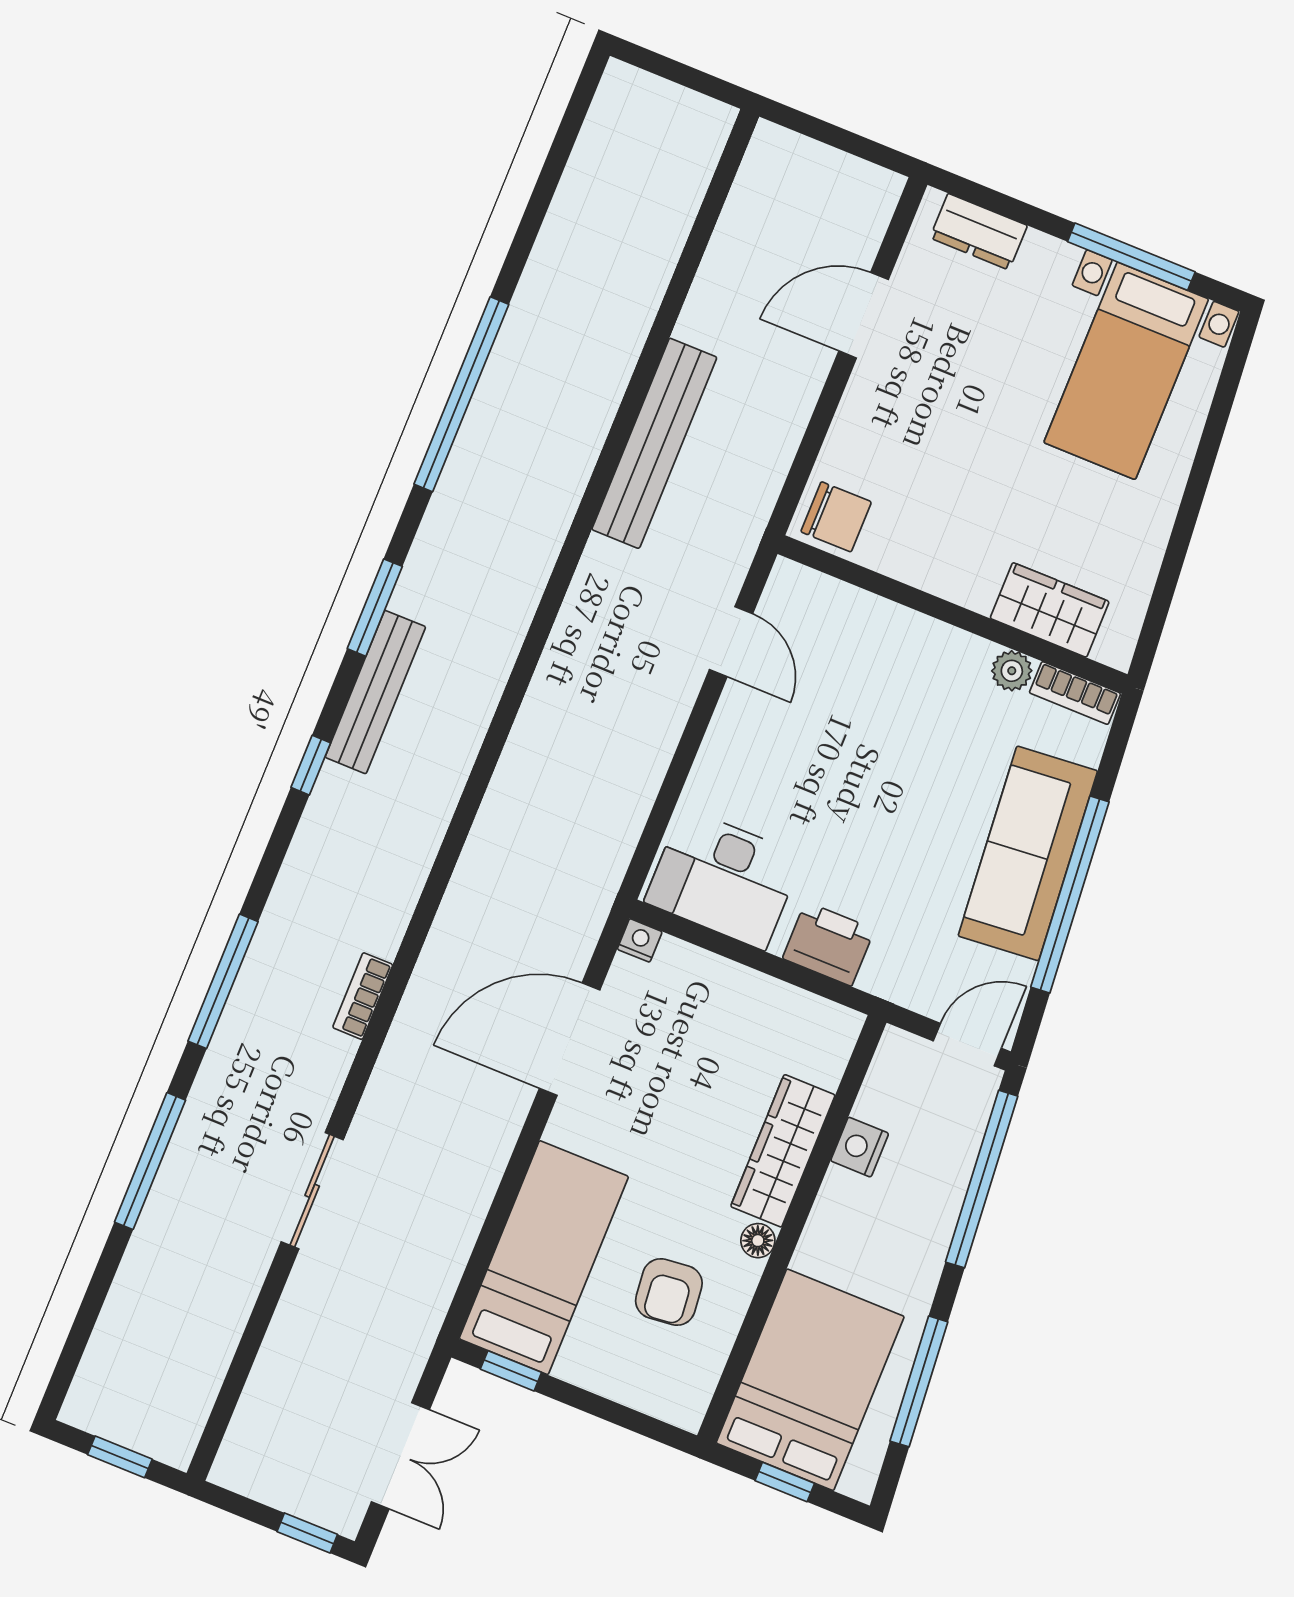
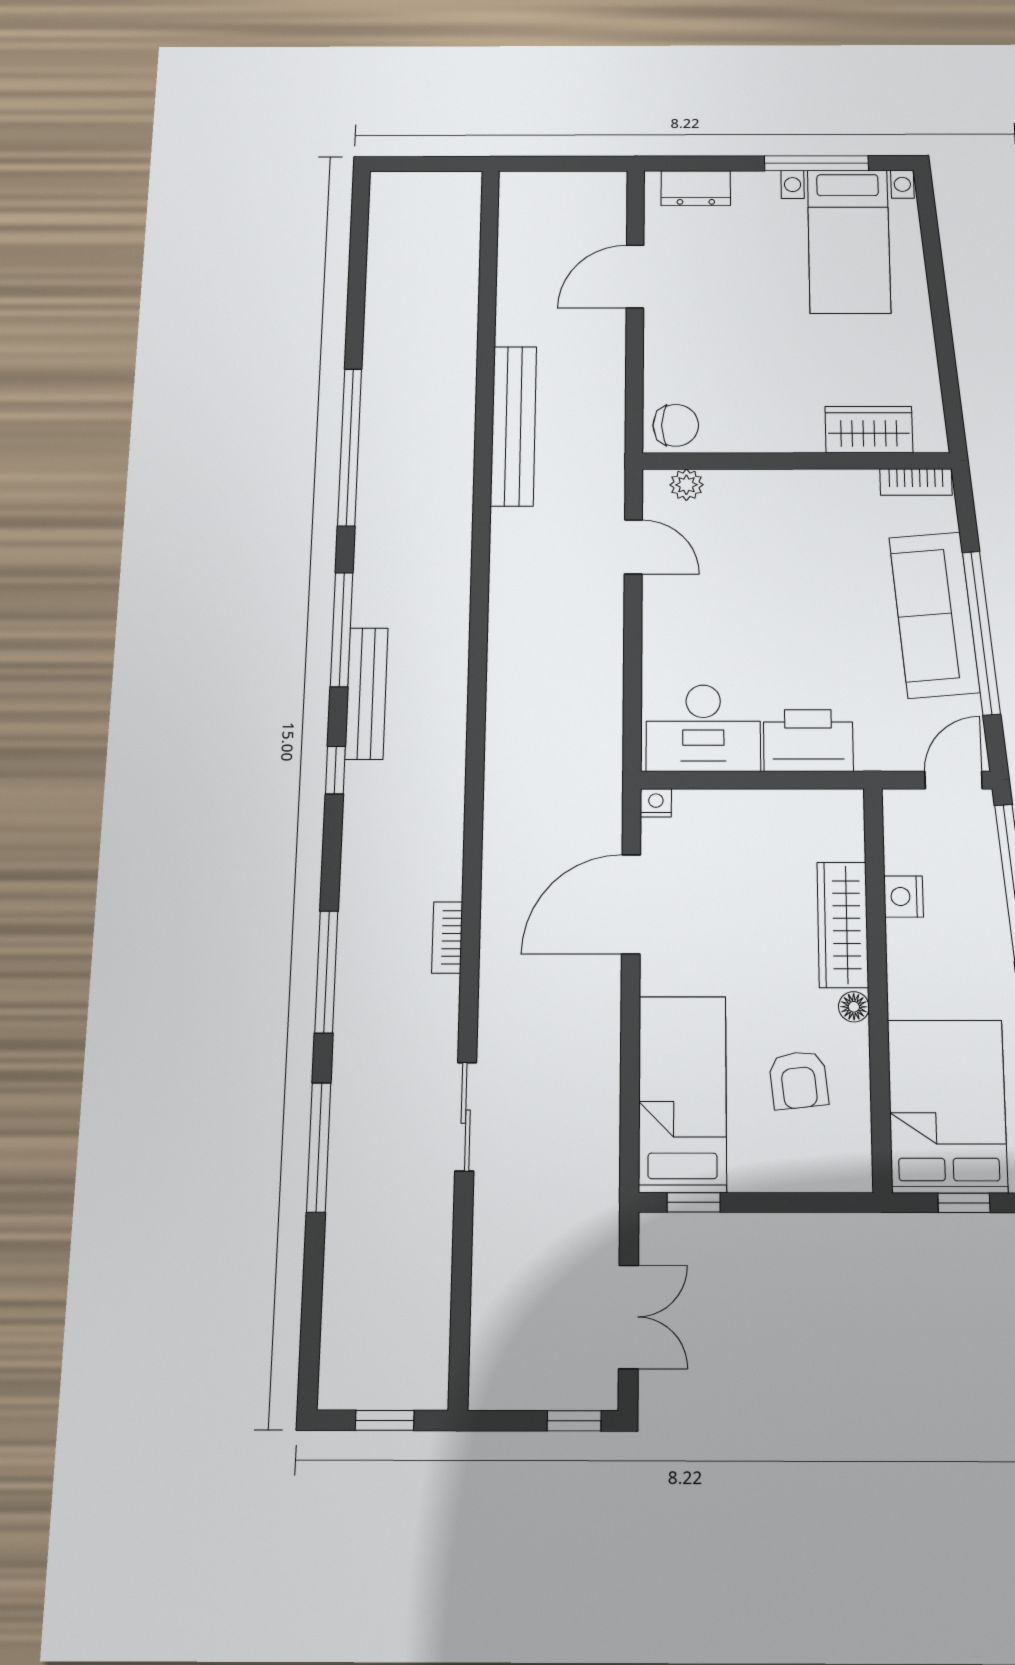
window: (375, 608) -> (342, 629), width x1.44
plant: (1012, 671) -> (686, 485), moved
printer: (829, 944) -> (808, 740), width x1.37, depth x1.19

